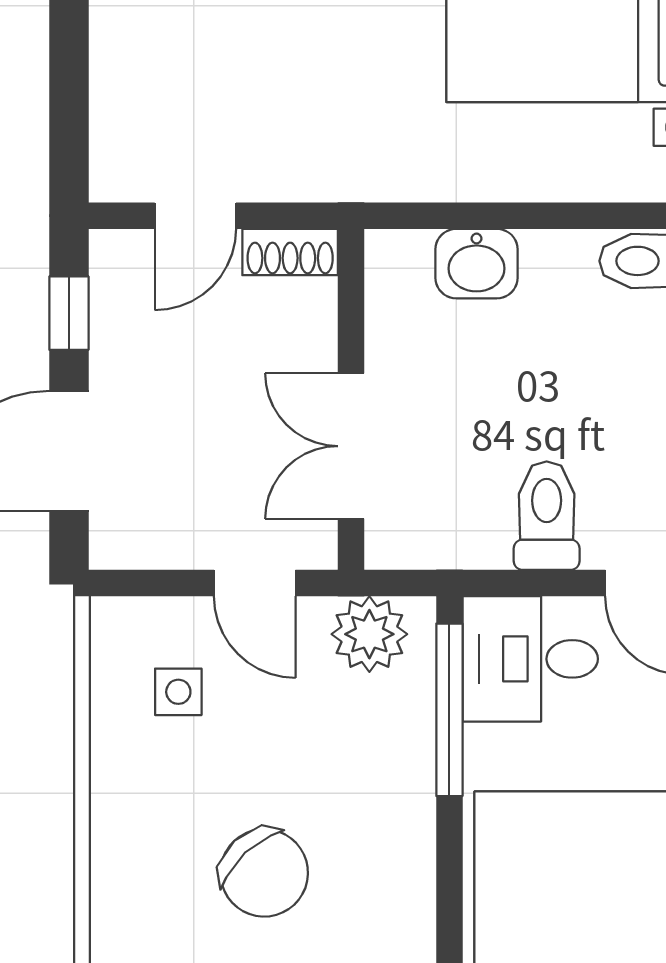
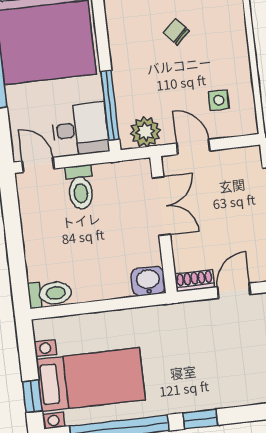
washbasin: (477, 264) -> (148, 281), moved
chair: (264, 873) -> (176, 32), width x0.54, depth x0.54

